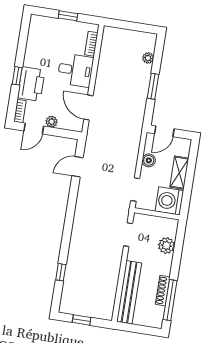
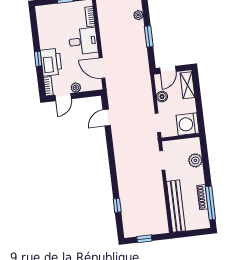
shelving: (179, 173) -> (187, 85), moved

